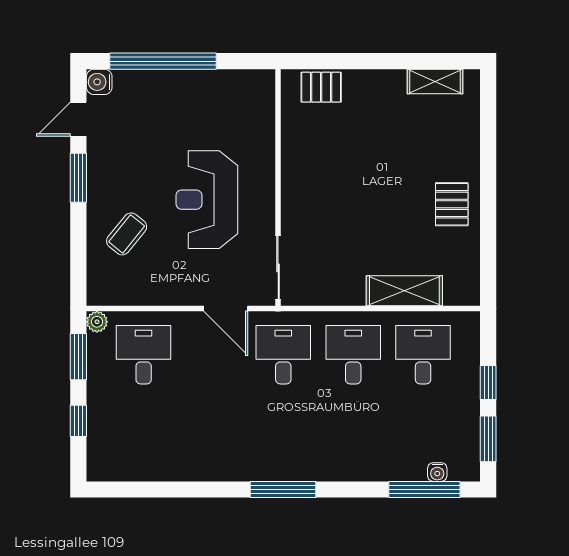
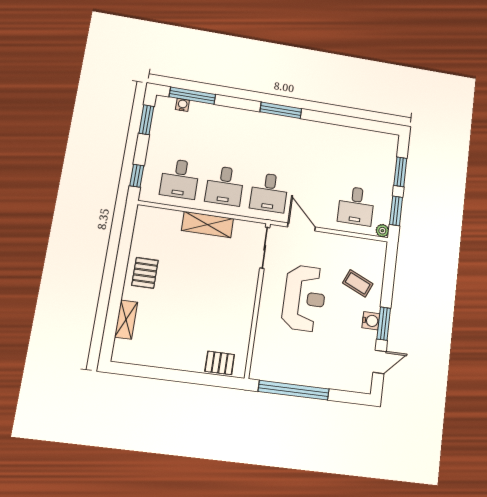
window: (163, 61) -> (294, 390), moved
water cooler: (99, 82) -> (371, 321), moved
shelving: (435, 82) -> (126, 320), moved, turned 90
coffee table: (127, 234) -> (358, 283), turned 75
shelving: (404, 291) -> (208, 224), moved
window: (488, 382) -> (137, 176), moved
window: (78, 421) -> (400, 172), width x1.50

